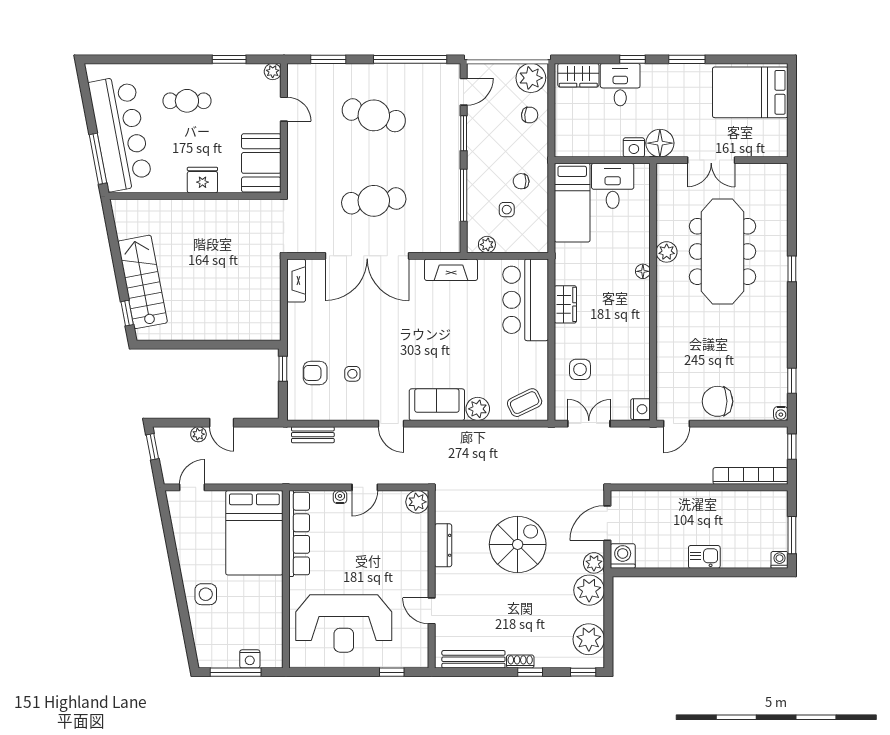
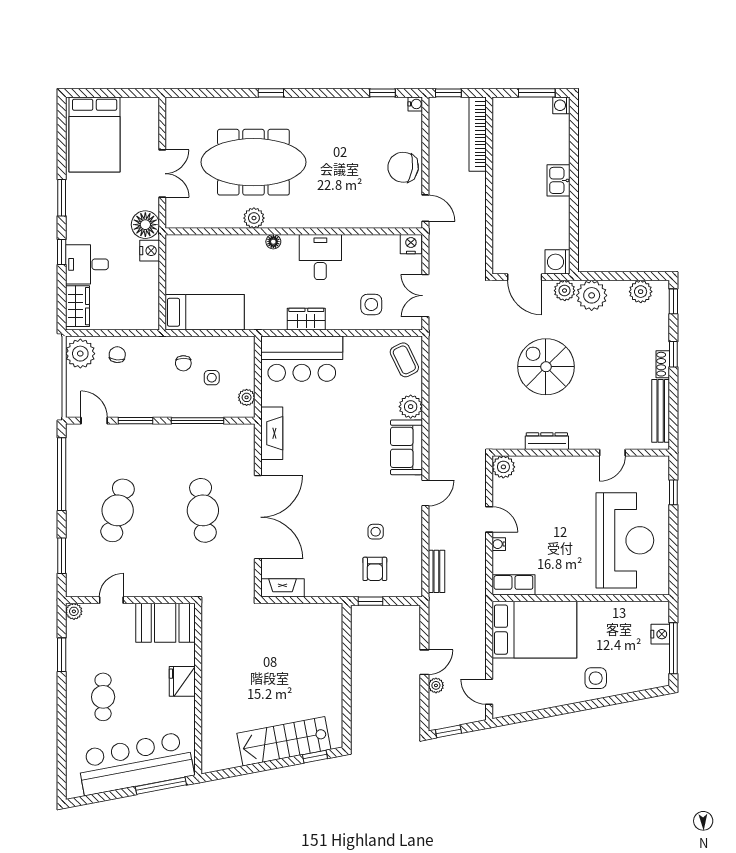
desk: (613, 186) -> (320, 257), moved, turned 90
chair: (717, 401) -> (403, 167), turned 98
row of seats: (299, 534) -> (513, 585), width x0.50
plant: (589, 639) -> (641, 292), width x0.73, depth x0.73

